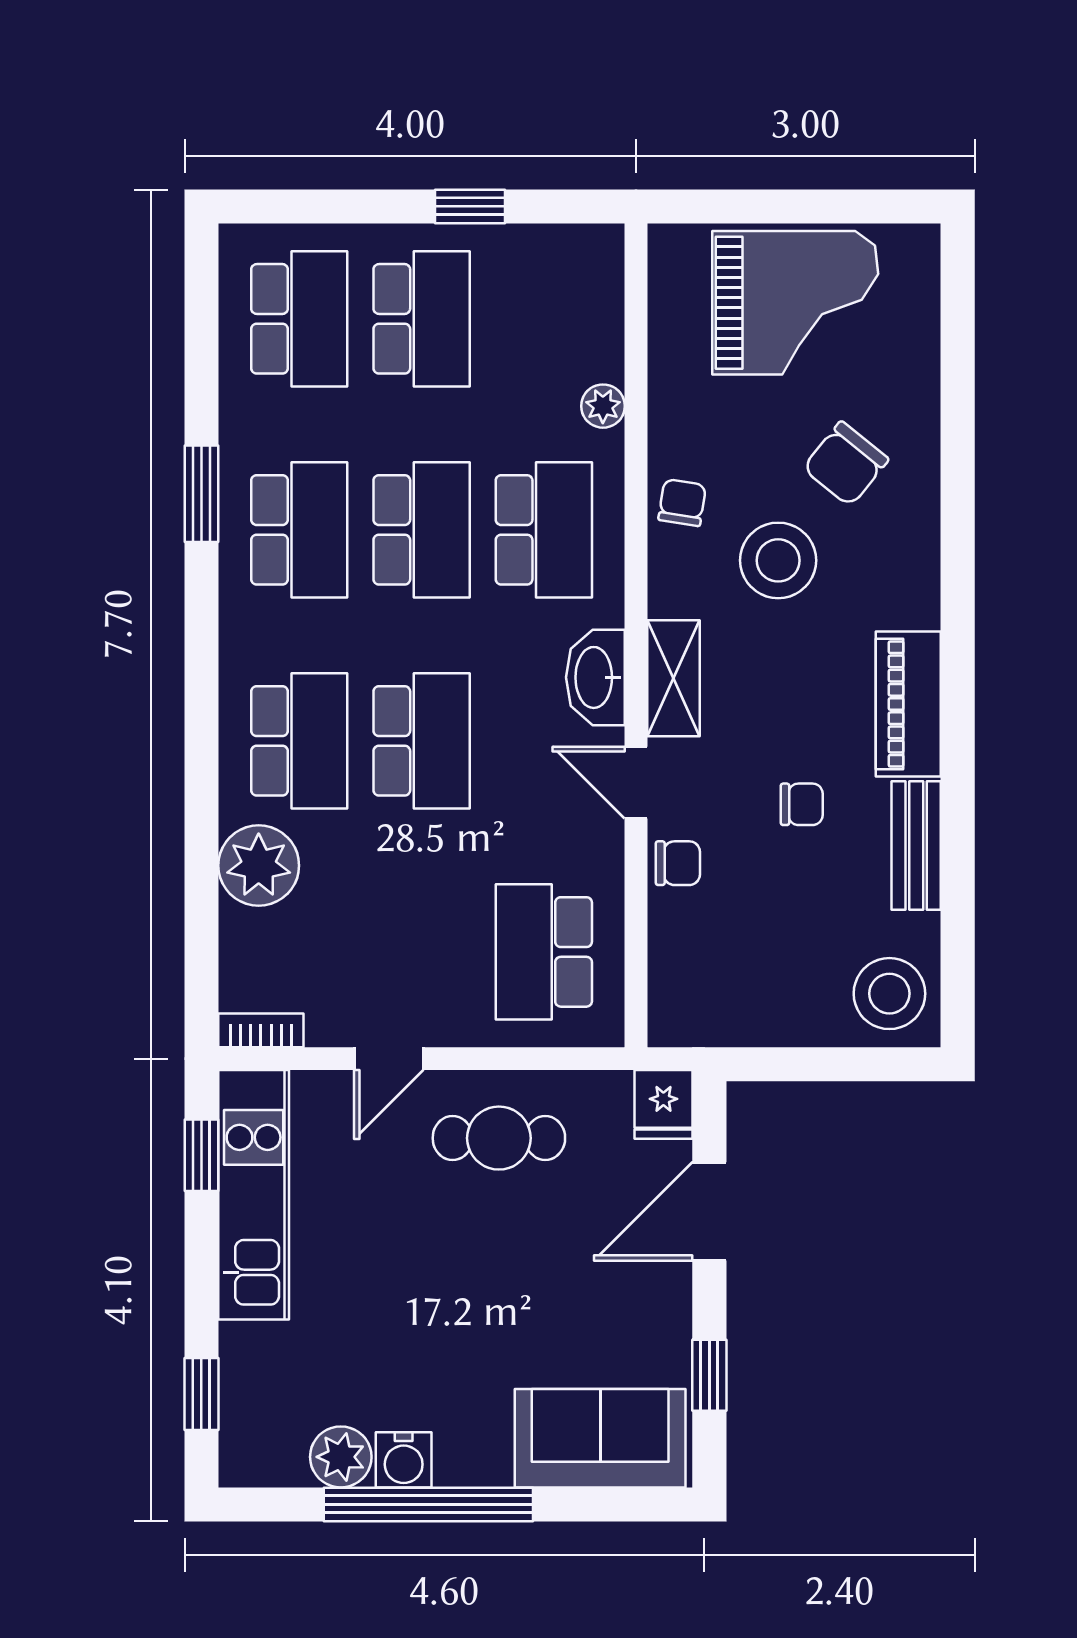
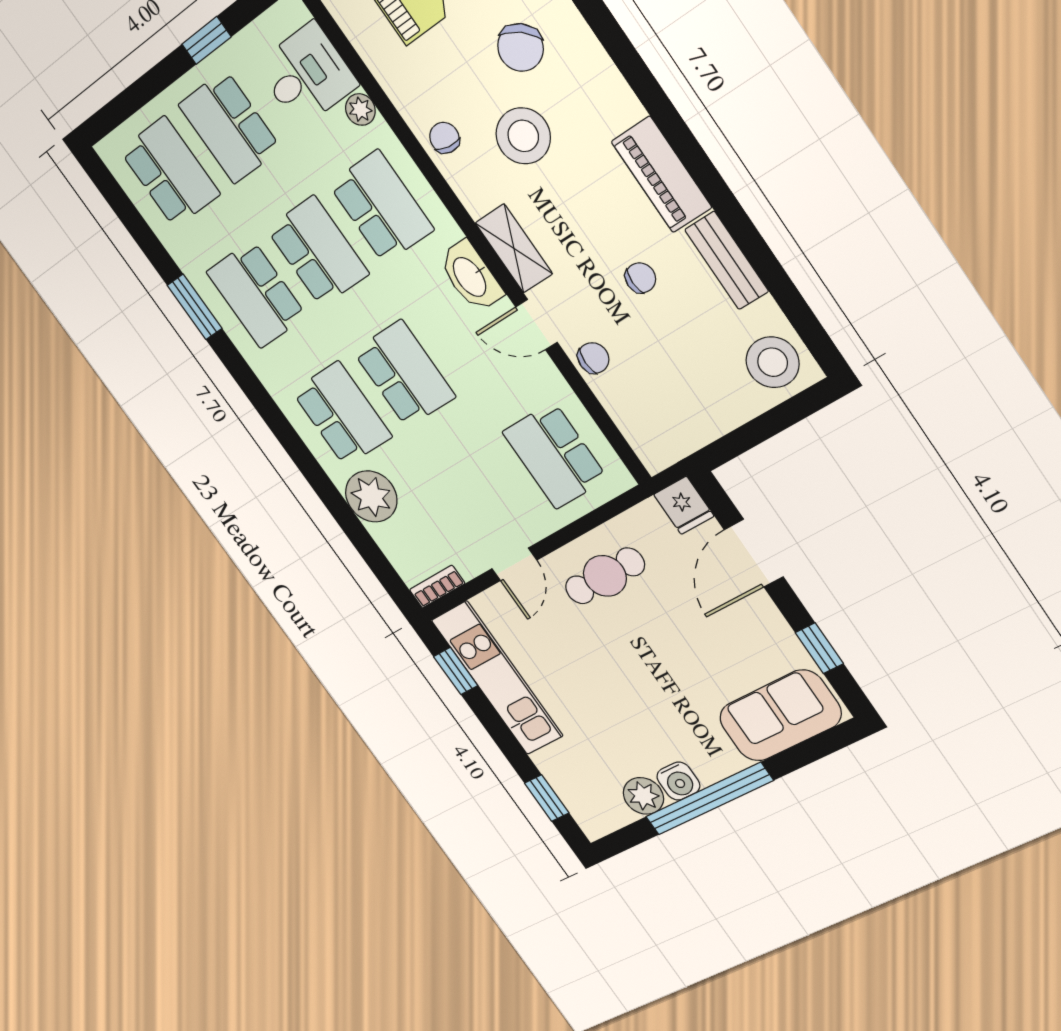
school desk: (422, 319) -> (230, 127), turned 180
desk: (566, 326) -> (307, 75), added
school desk: (299, 530) -> (256, 294), turned 180

